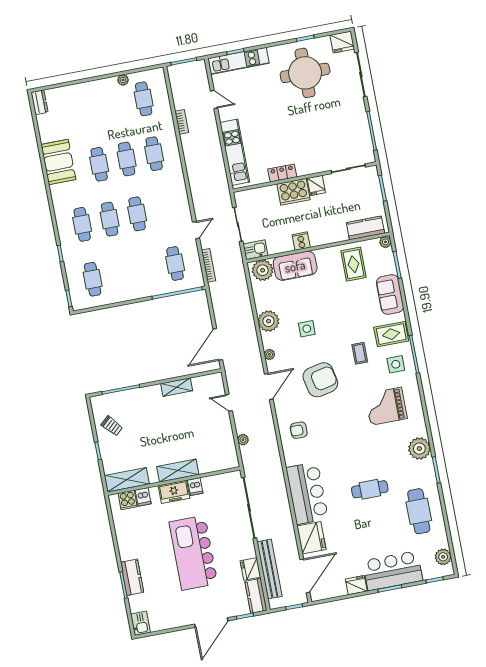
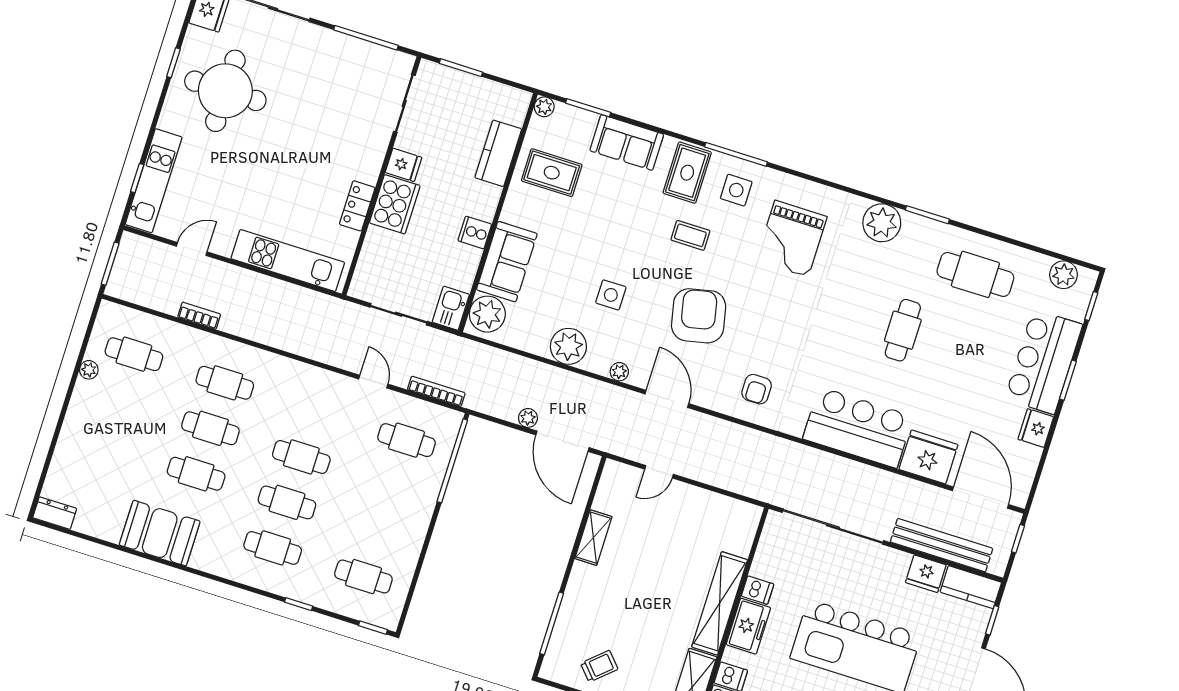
kitchen counter: (365, 228) -> (498, 153), moved
plant: (243, 440) -> (528, 418), moved
shelving: (178, 471) -> (720, 603), width x1.47

